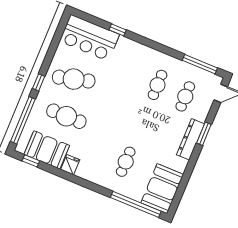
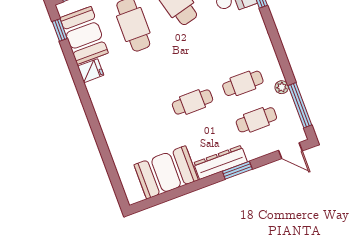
plant: (180, 65) -> (282, 87), added
cafe table: (126, 162) -> (192, 102), moved
booth: (162, 189) -> (166, 172), moved
window: (136, 204) -> (111, 167), removed

